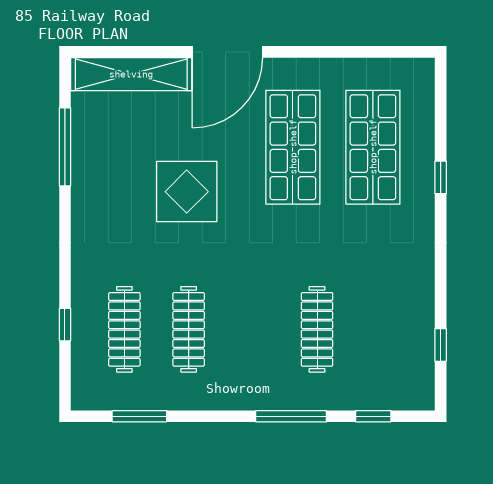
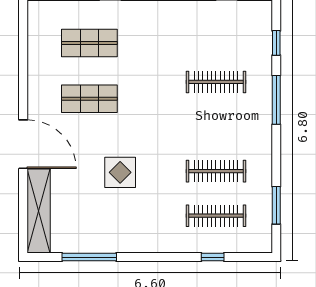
shop shelf: (293, 147) -> (89, 99), width x0.70, depth x0.74
shop shelf: (373, 147) -> (89, 43), width x0.70, depth x0.74
display table: (187, 192) -> (120, 172), width x0.73, depth x0.73

